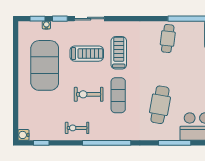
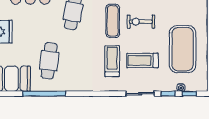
cafe table: (168, 39) -> (49, 61), moved, width x1.37, depth x1.35
treadmill: (119, 53) -> (112, 61), turned 180
exercise bike: (89, 94) -> (141, 22), turned 180

